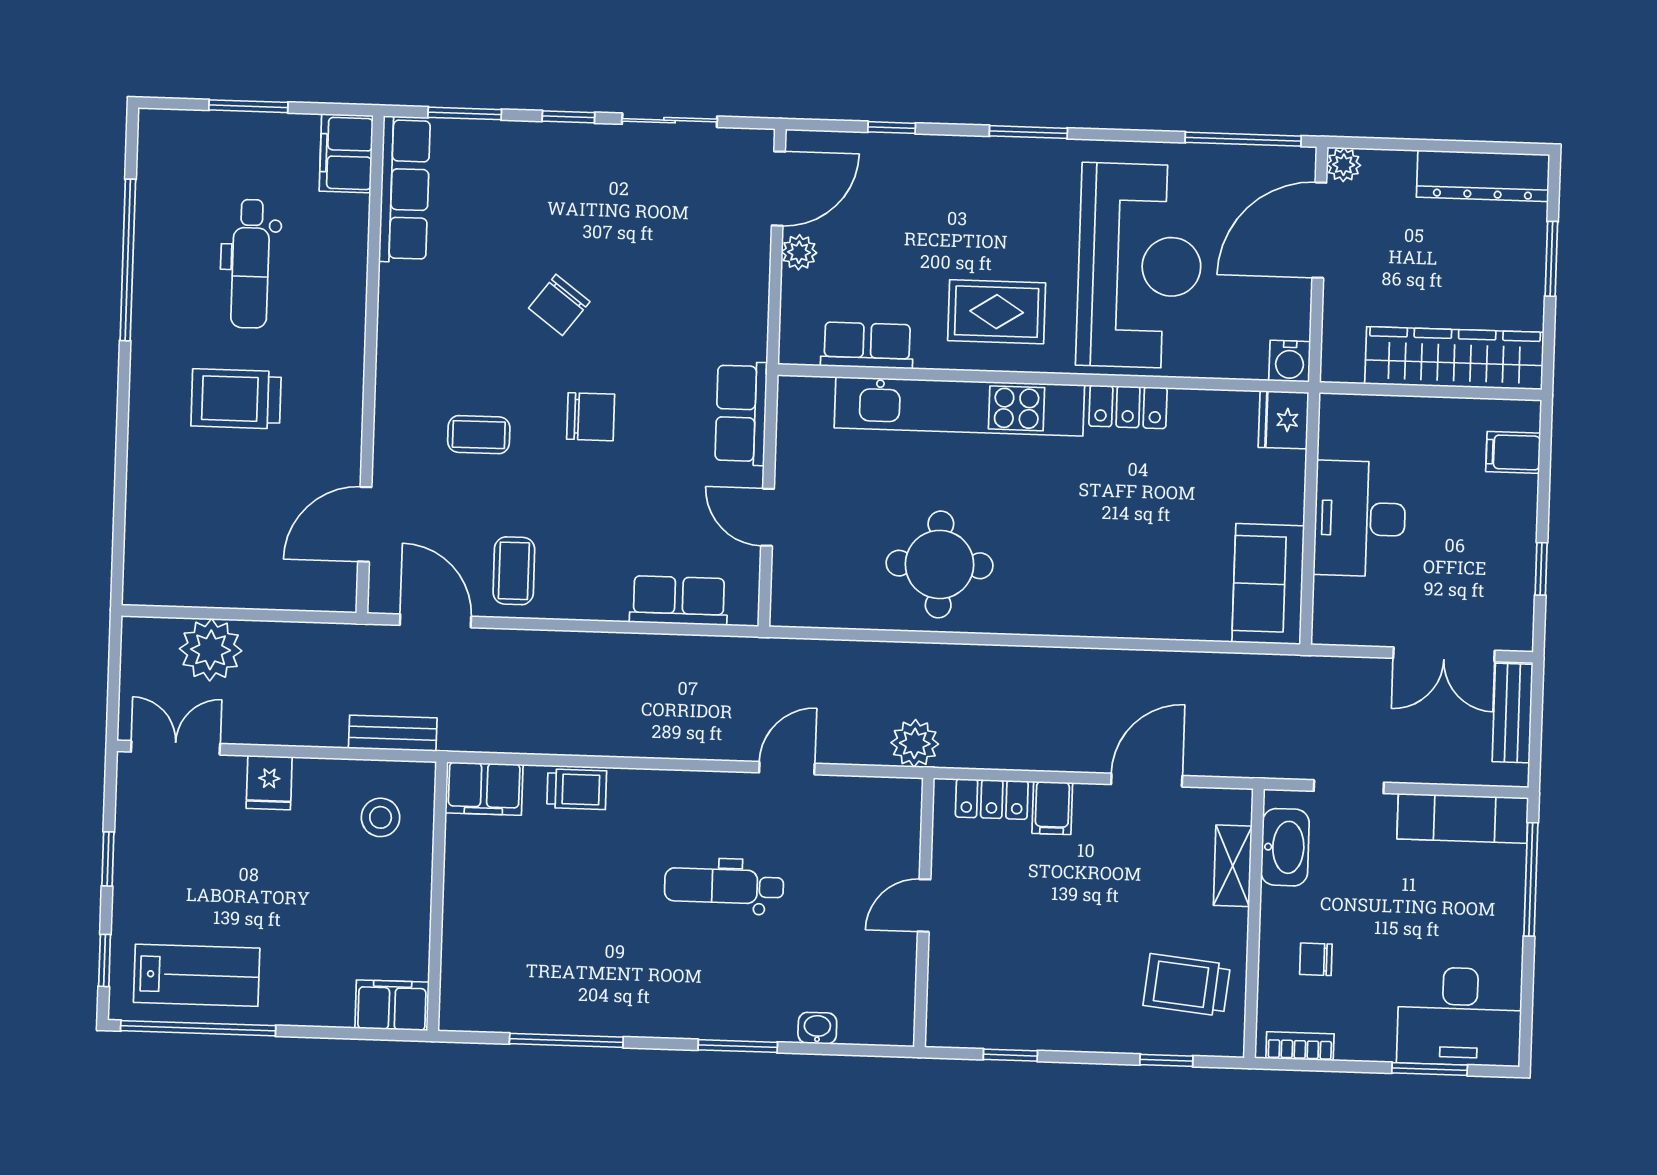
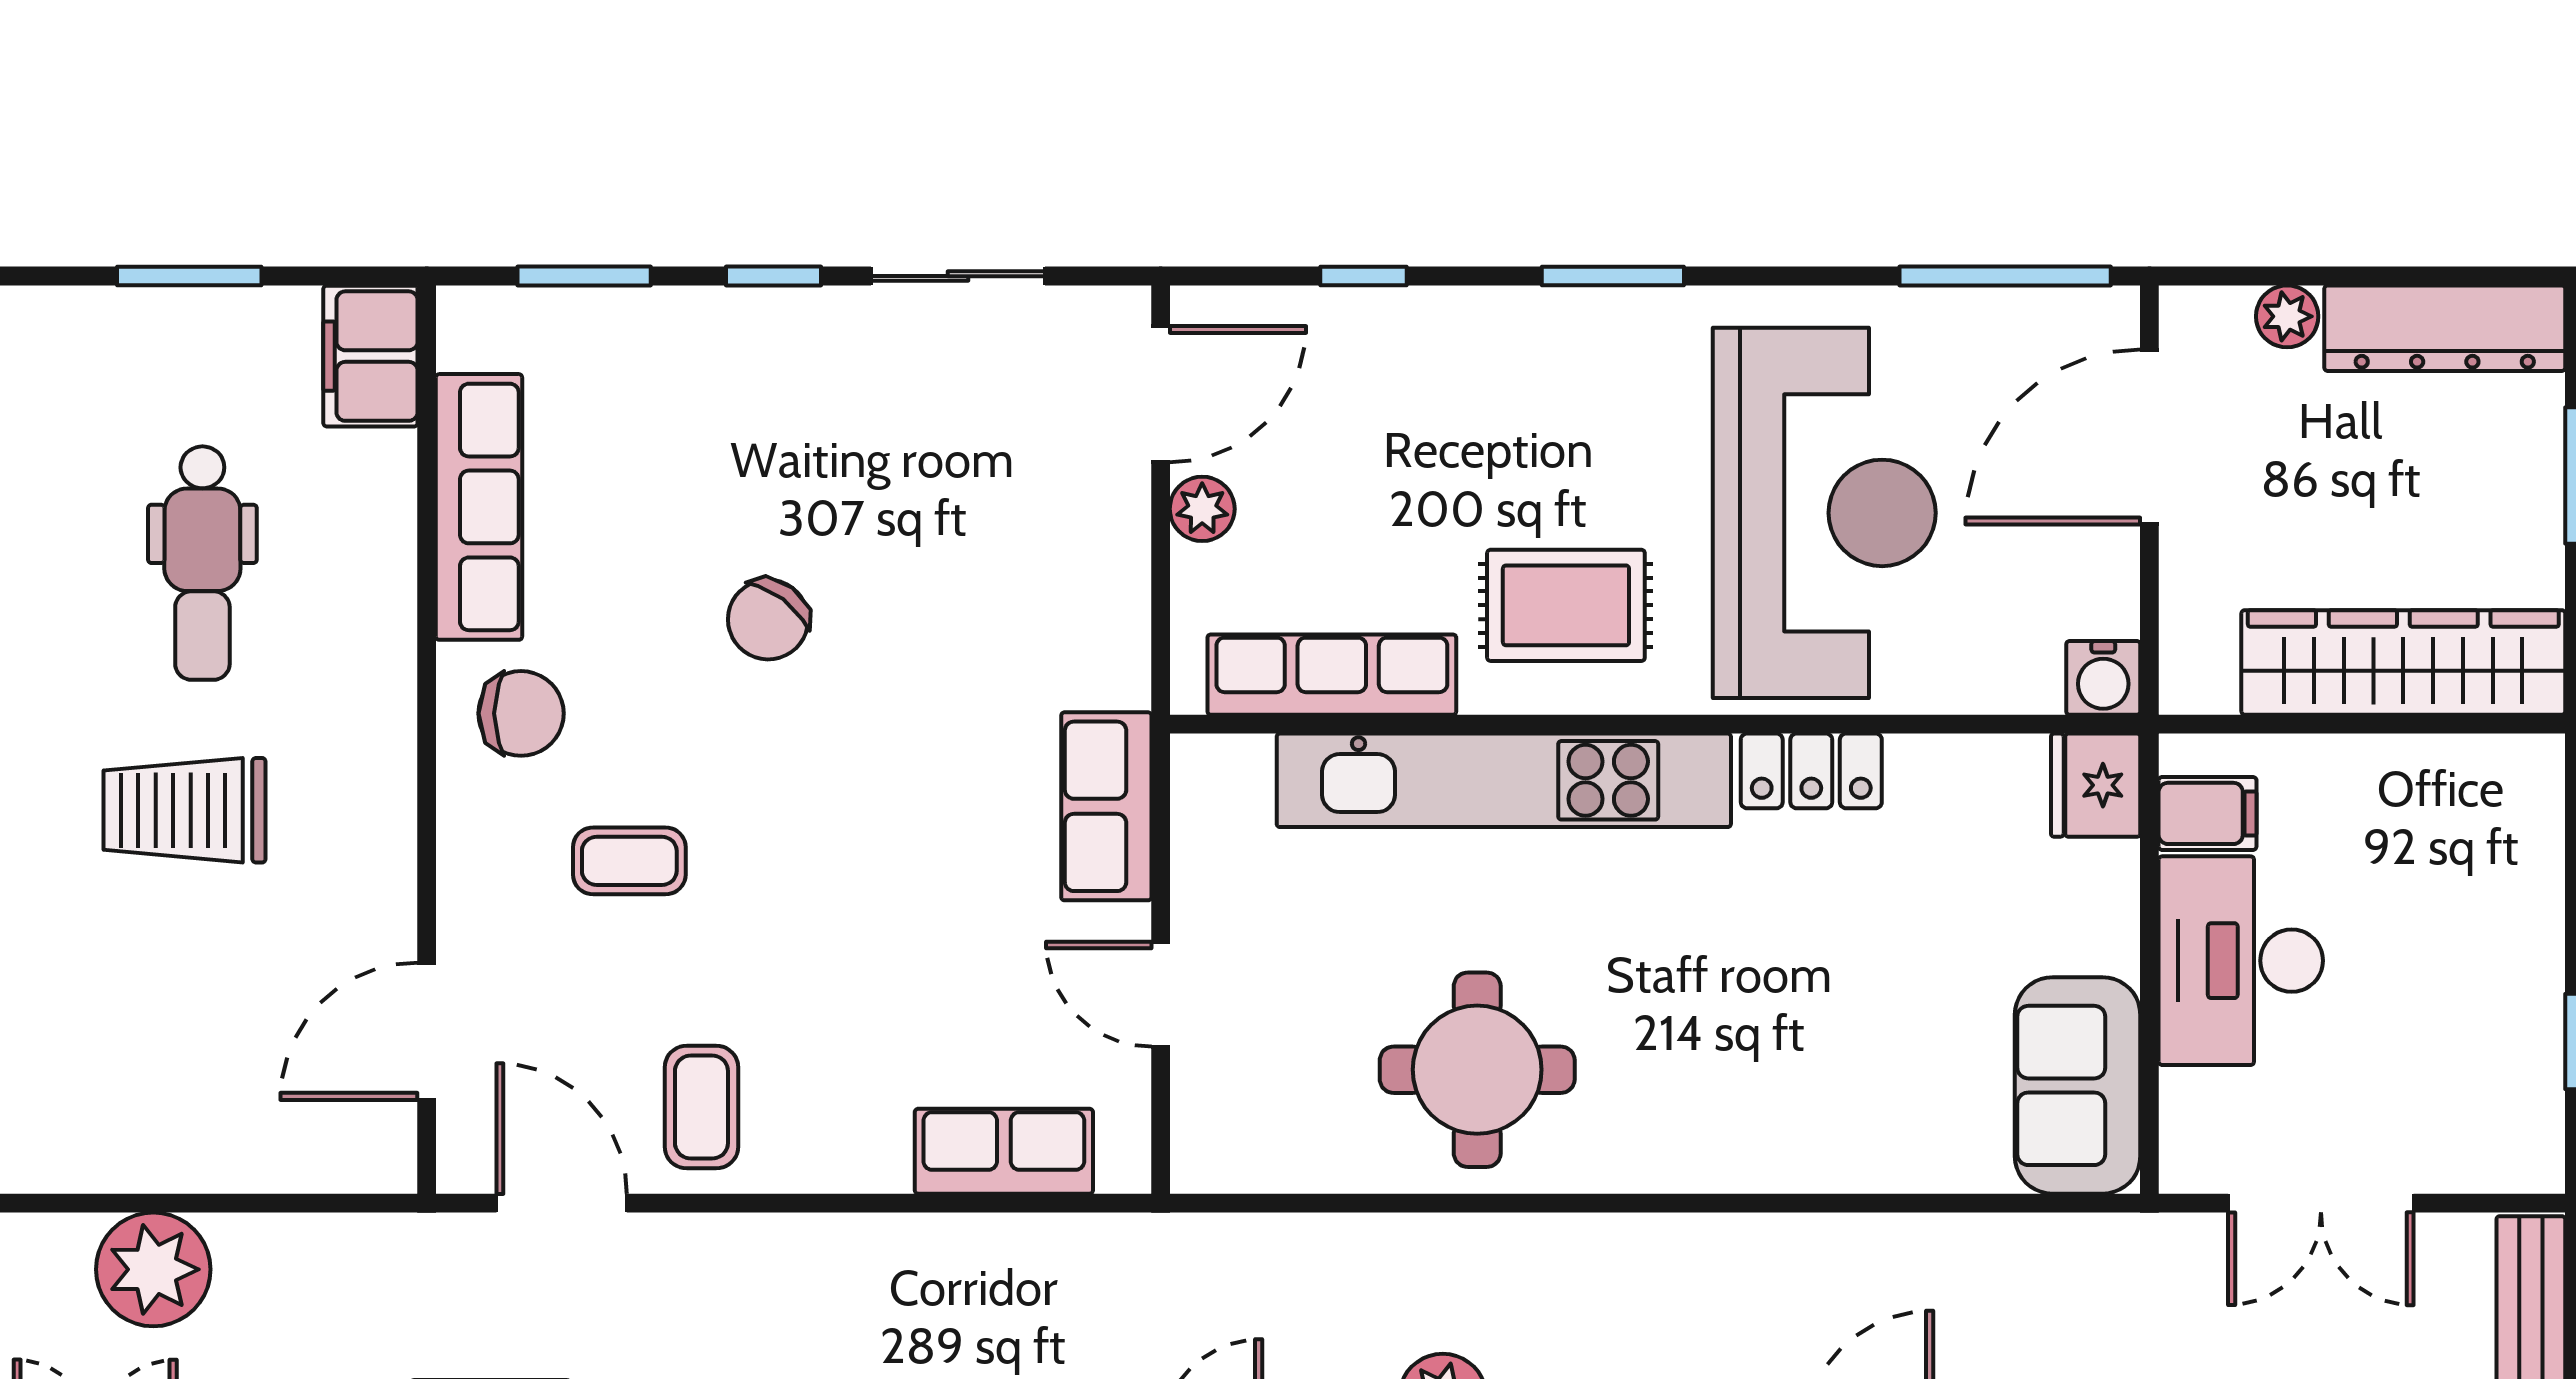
plant: (1344, 165) -> (2287, 316), moved
row of seats: (405, 189) -> (479, 507), moved
row of seats: (867, 345) -> (1332, 675), width x1.48
chair: (591, 417) -> (521, 713), moved
filing cabinet: (1513, 452) -> (2208, 813), moved, turned 180
double door: (1444, 654) -> (2321, 1203), moved

